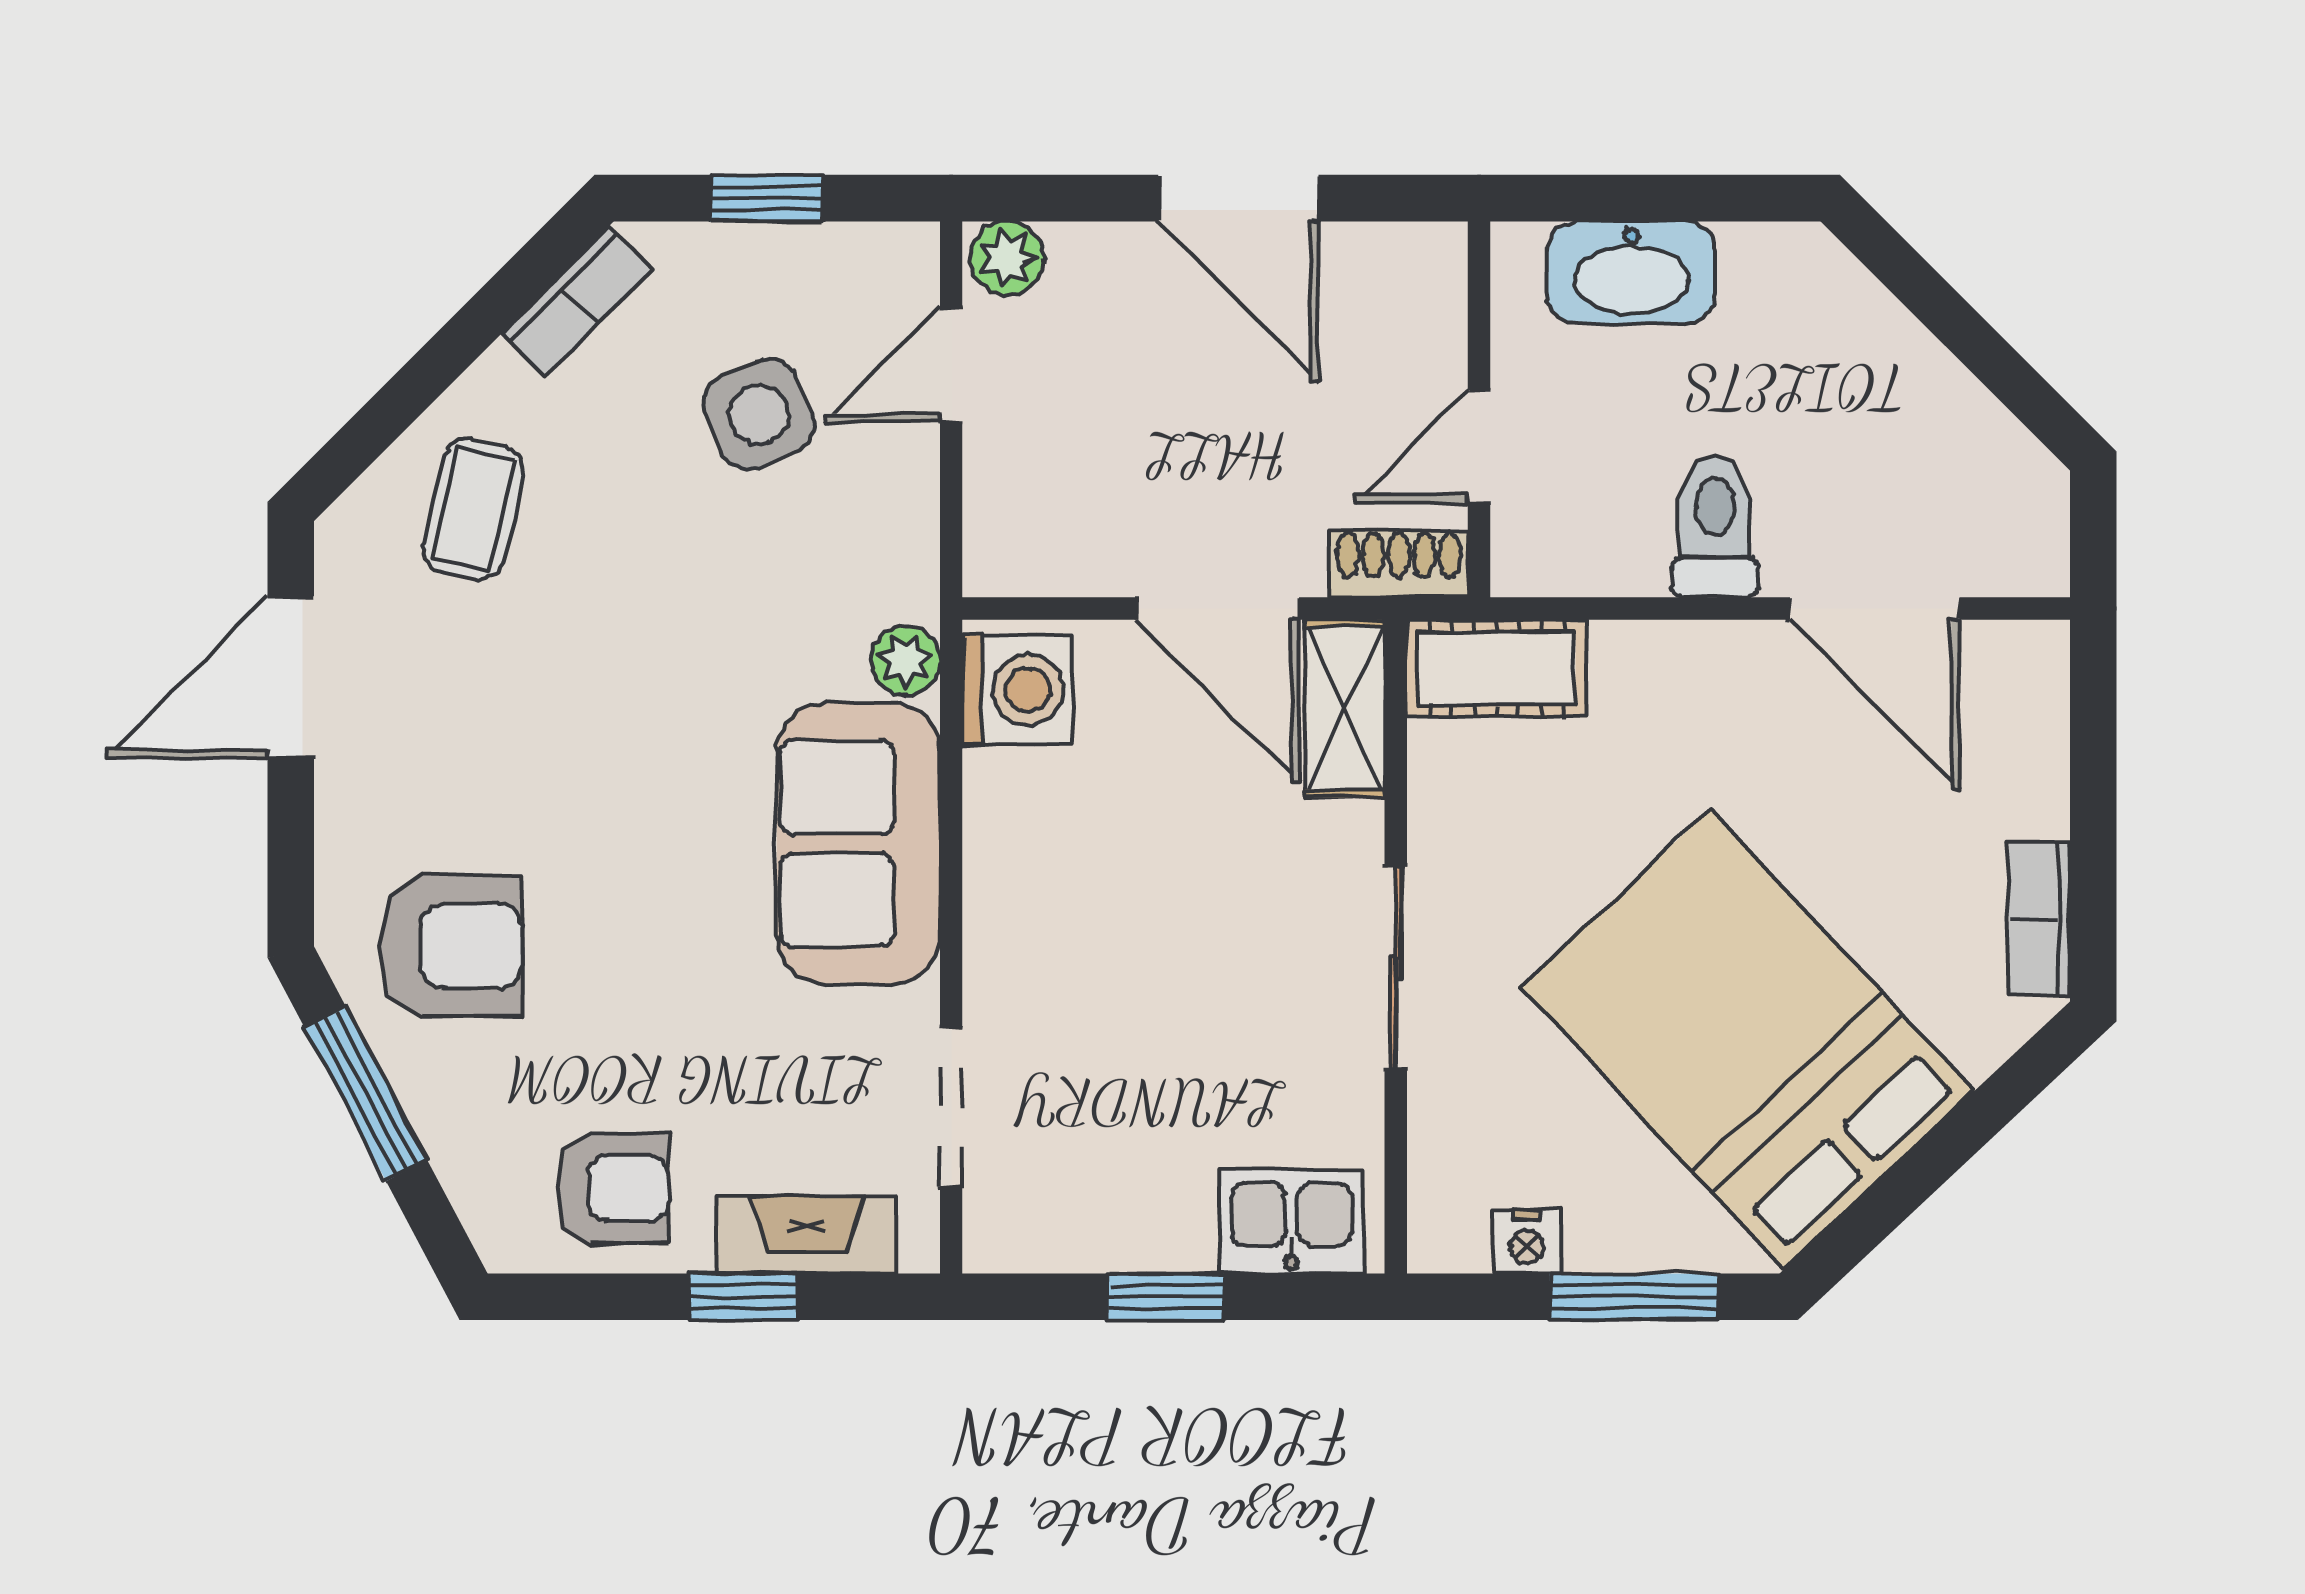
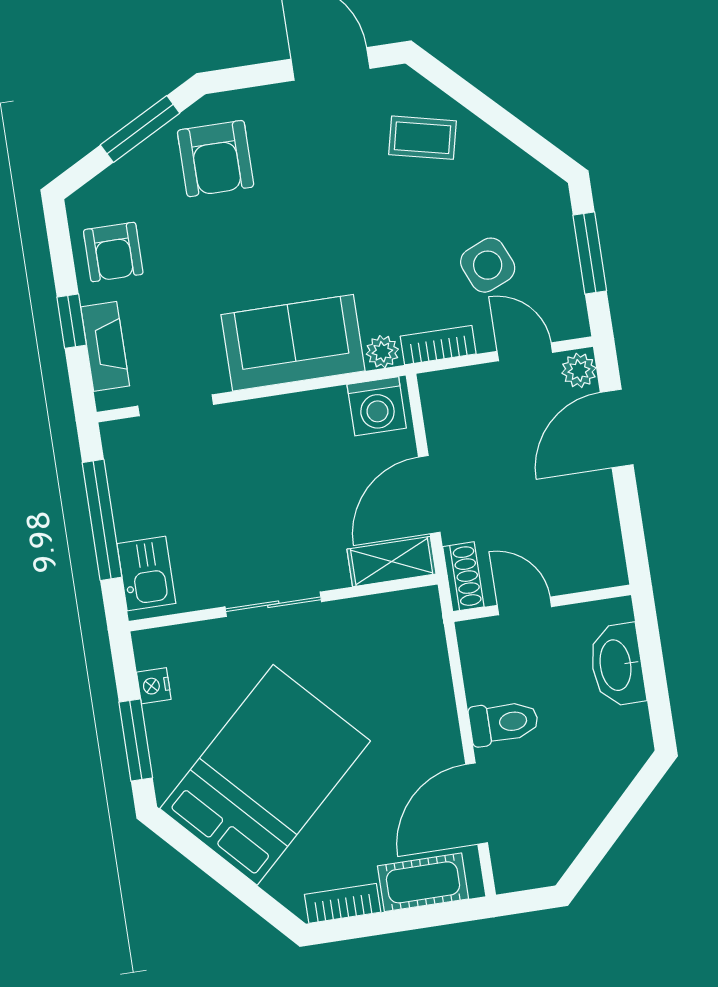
window: (766, 198) -> (590, 253), width x1.50
door: (1238, 198) -> (617, 429), moved
bookcase: (577, 301) -> (438, 345), moved, turned 135
cot: (1497, 668) -> (423, 882), moved, turned 90
window: (1166, 1297) -> (102, 520), width x2.17

